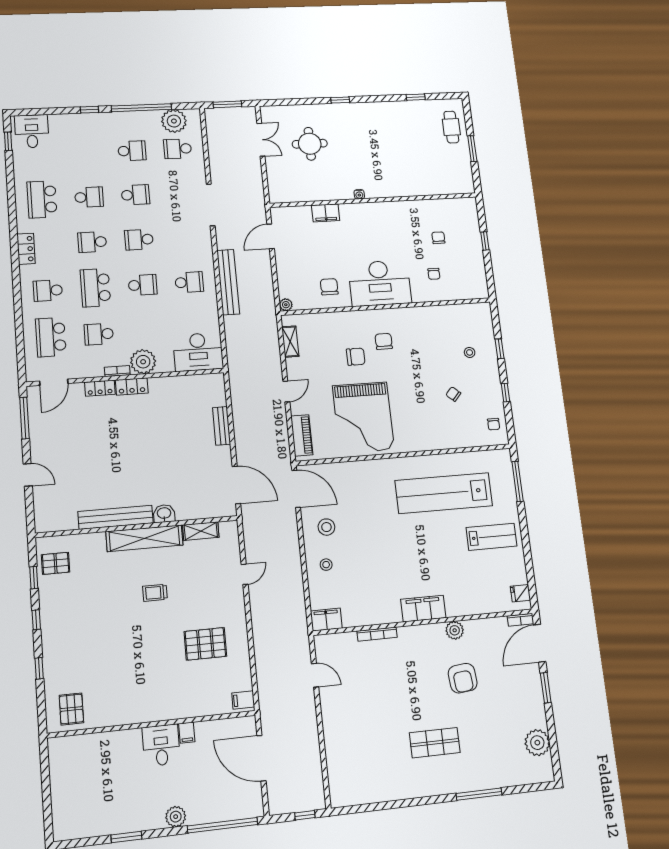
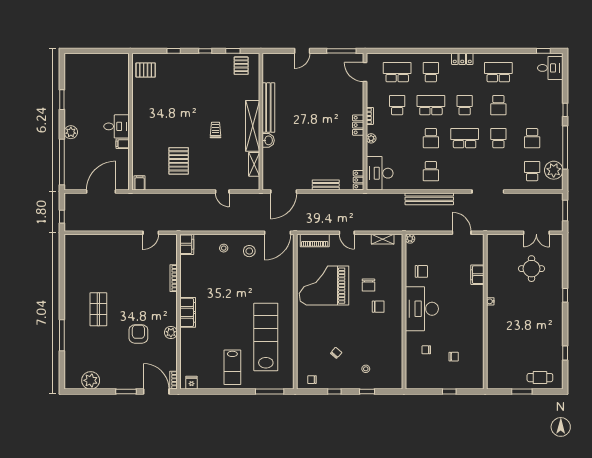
school desk: (135, 195) -> (498, 138), turned 180
school desk: (139, 240) -> (465, 138), width x1.85
plant: (143, 362) -> (371, 138), width x0.53, depth x0.53
locker: (100, 388) -> (359, 180), moved
armchair: (463, 678) -> (138, 334), turned 96

